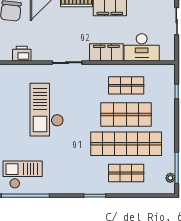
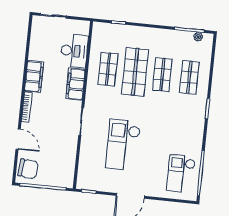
printer: (22, 54) -> (69, 163), removed
checkout: (47, 110) -> (123, 145), turned 90
shop shelf: (126, 144) -> (162, 75), width x0.50, depth x0.74

